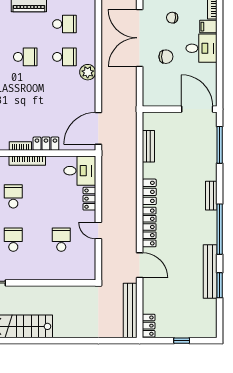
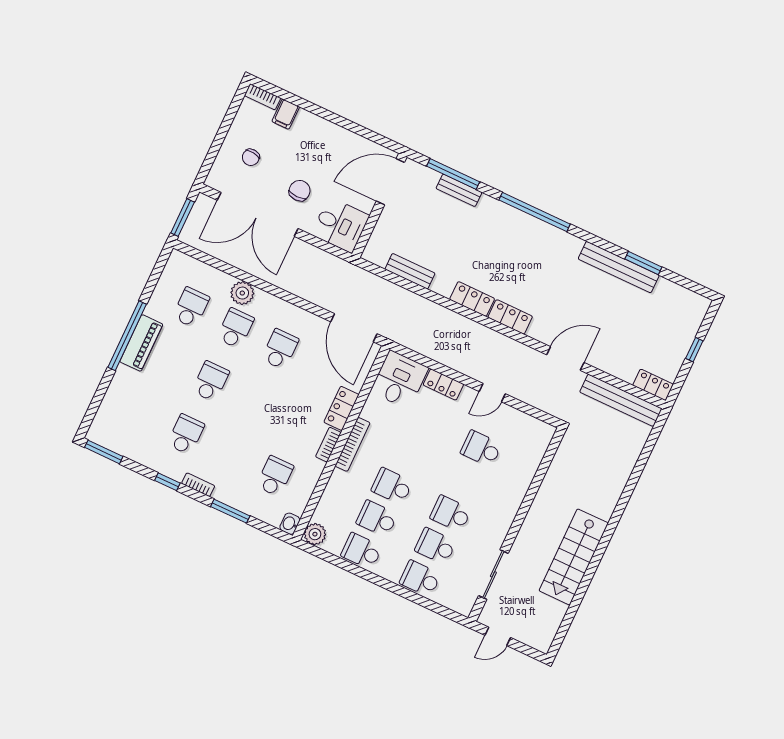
desk: (201, 48) -> (340, 225), moved, turned 90
plant: (88, 72) -> (242, 293), moved
school desk: (64, 90) -> (280, 349), added
bench: (211, 196) -> (459, 190), moved
locker: (149, 227) -> (510, 317), width x0.66
window: (220, 229) -> (535, 212), moved

